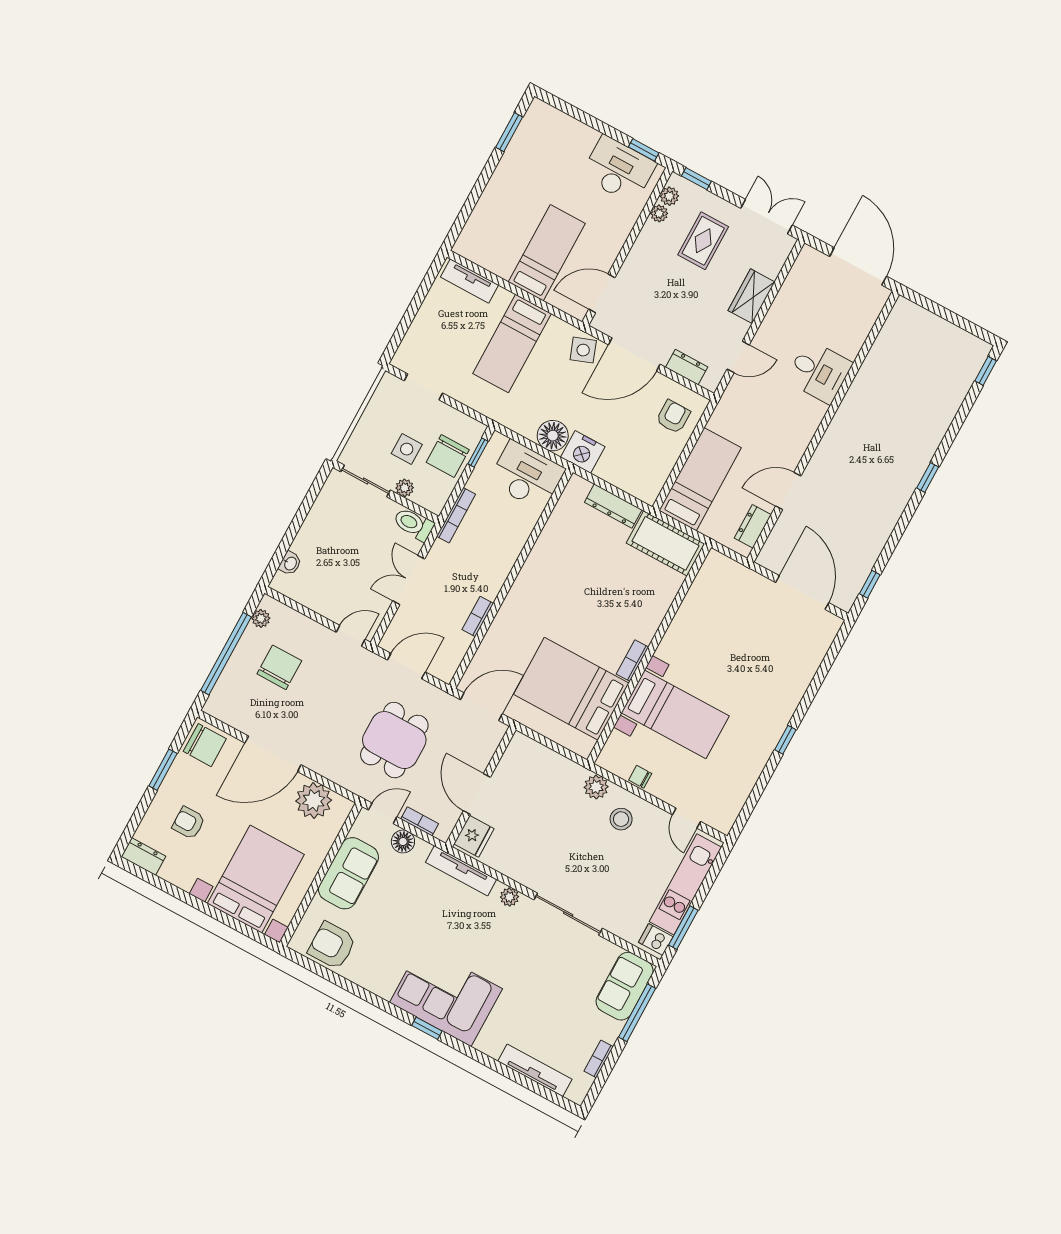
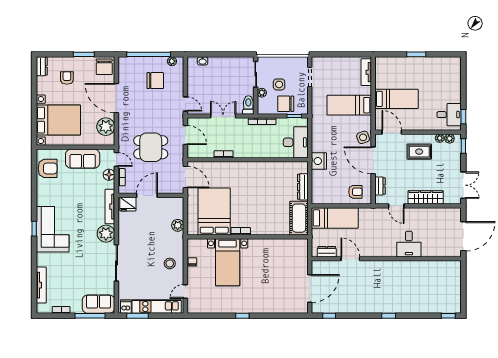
window: (509, 132) -> (416, 54), moved
desk: (619, 170) -> (449, 115), width x0.73
rug: (703, 241) -> (419, 152), moved
wardrobe: (751, 296) -> (426, 197), width x1.50
floor lamp: (553, 436) -> (319, 144), removed
plant: (596, 787) -> (178, 225), moved
plant: (509, 897) -> (106, 234), width x1.88, depth x1.88
armchair: (332, 945) -> (48, 168), turned 90

